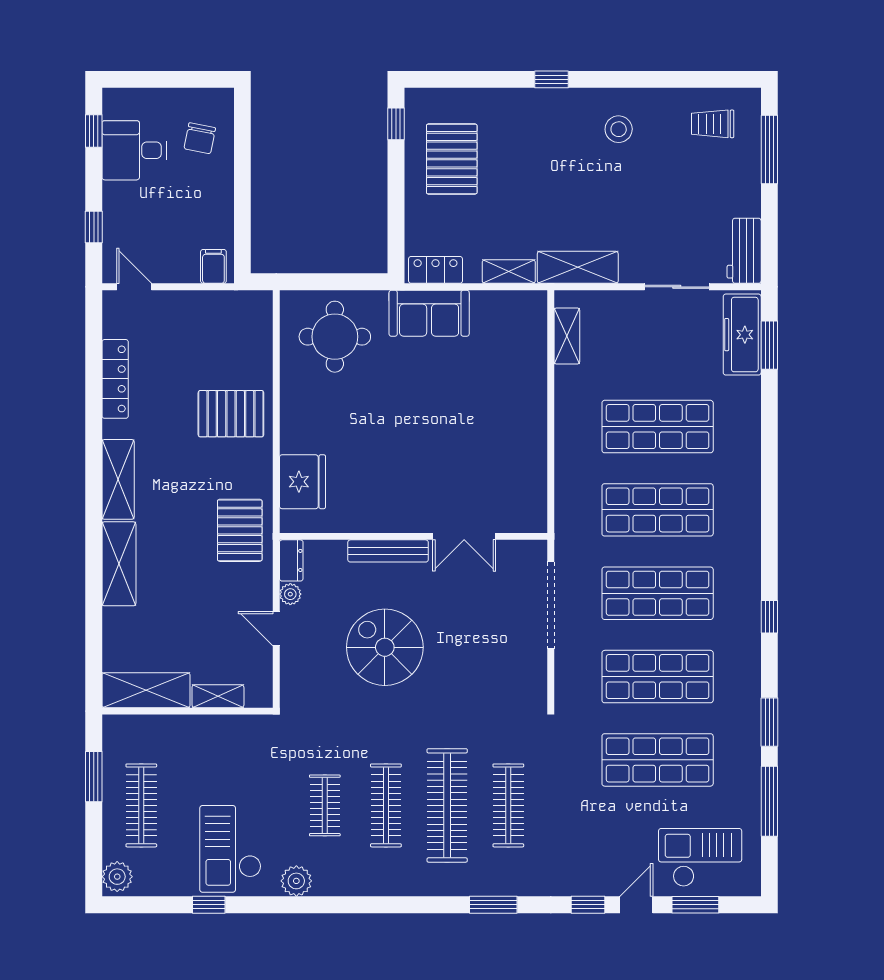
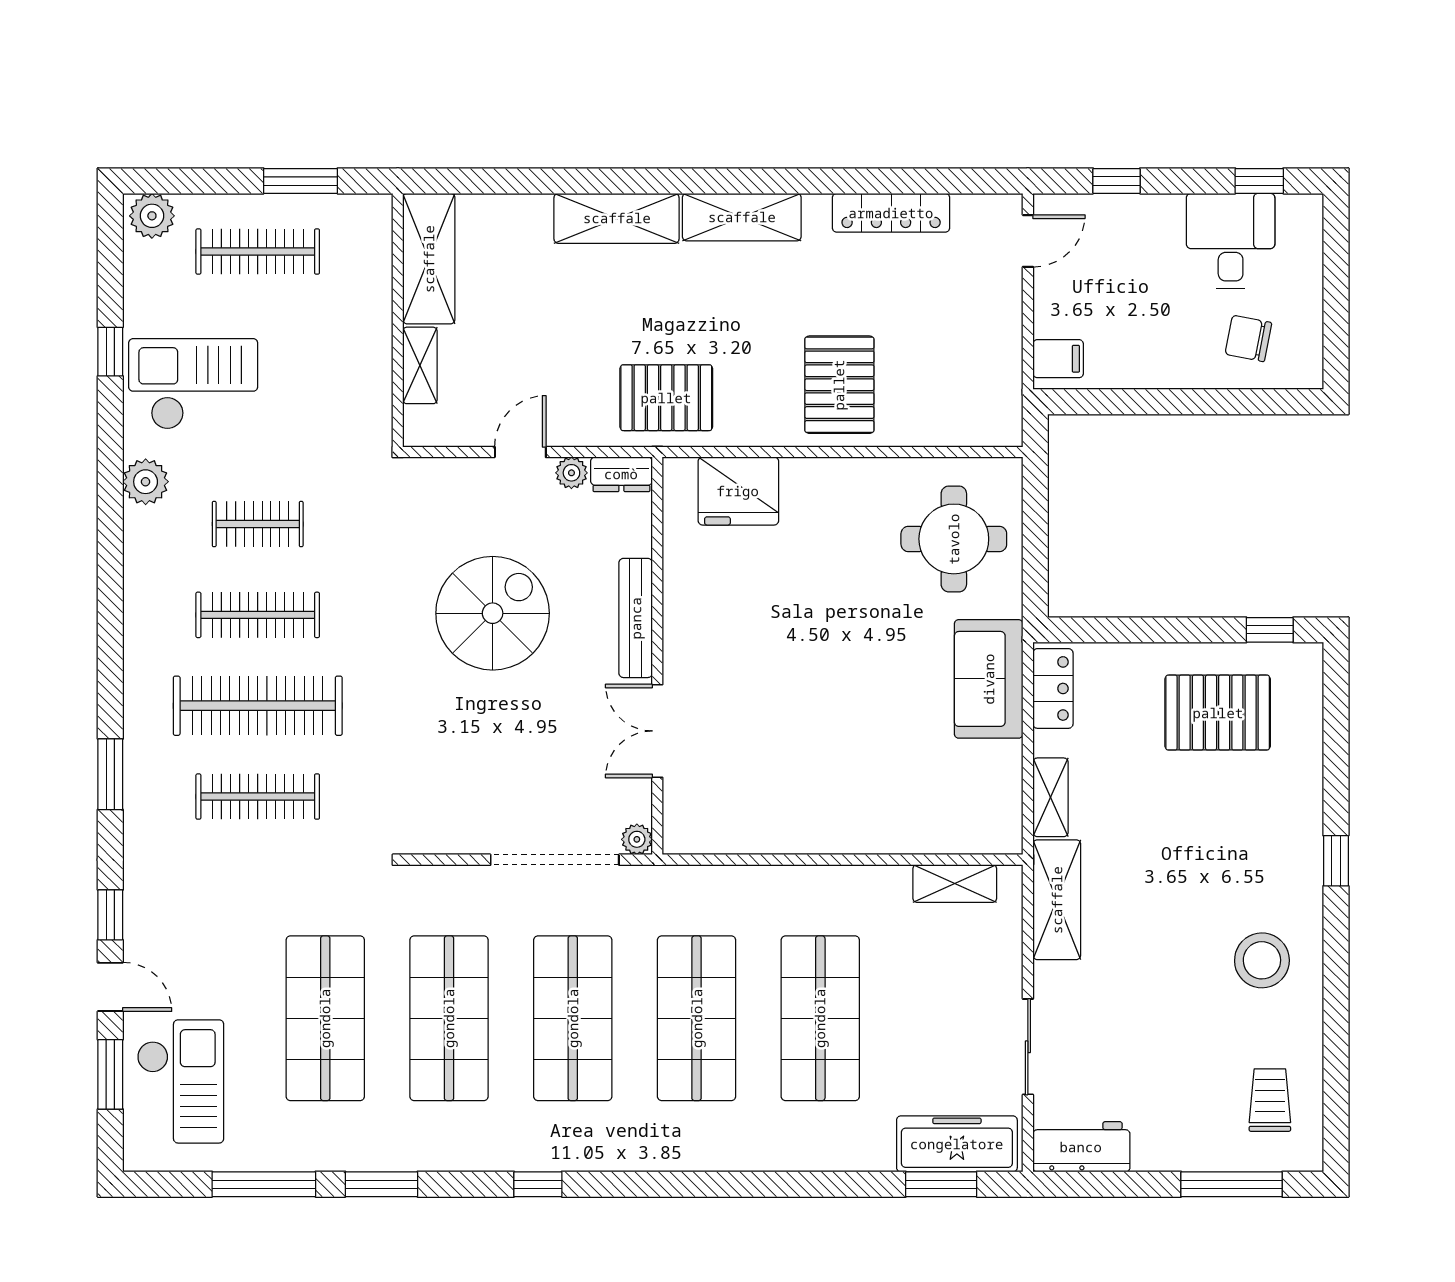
stool: (619, 129) -> (1262, 960), width x1.38, depth x1.38
plant: (537, 550) -> (637, 839), added

